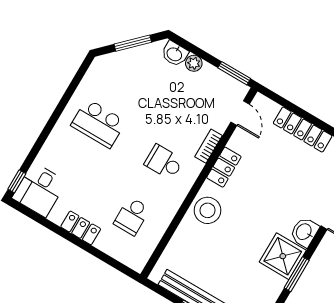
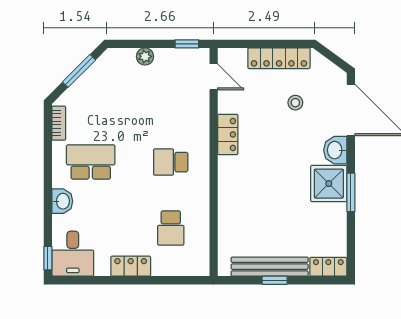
washbasin: (175, 54) -> (62, 201), moved, turned -90
window: (234, 73) -> (187, 44), width x0.67
school desk: (98, 123) -> (91, 162), turned 180
bookcase: (209, 146) -> (59, 123), moved, turned 180
stool: (208, 210) -> (295, 103), moved, width x0.53, depth x0.53

